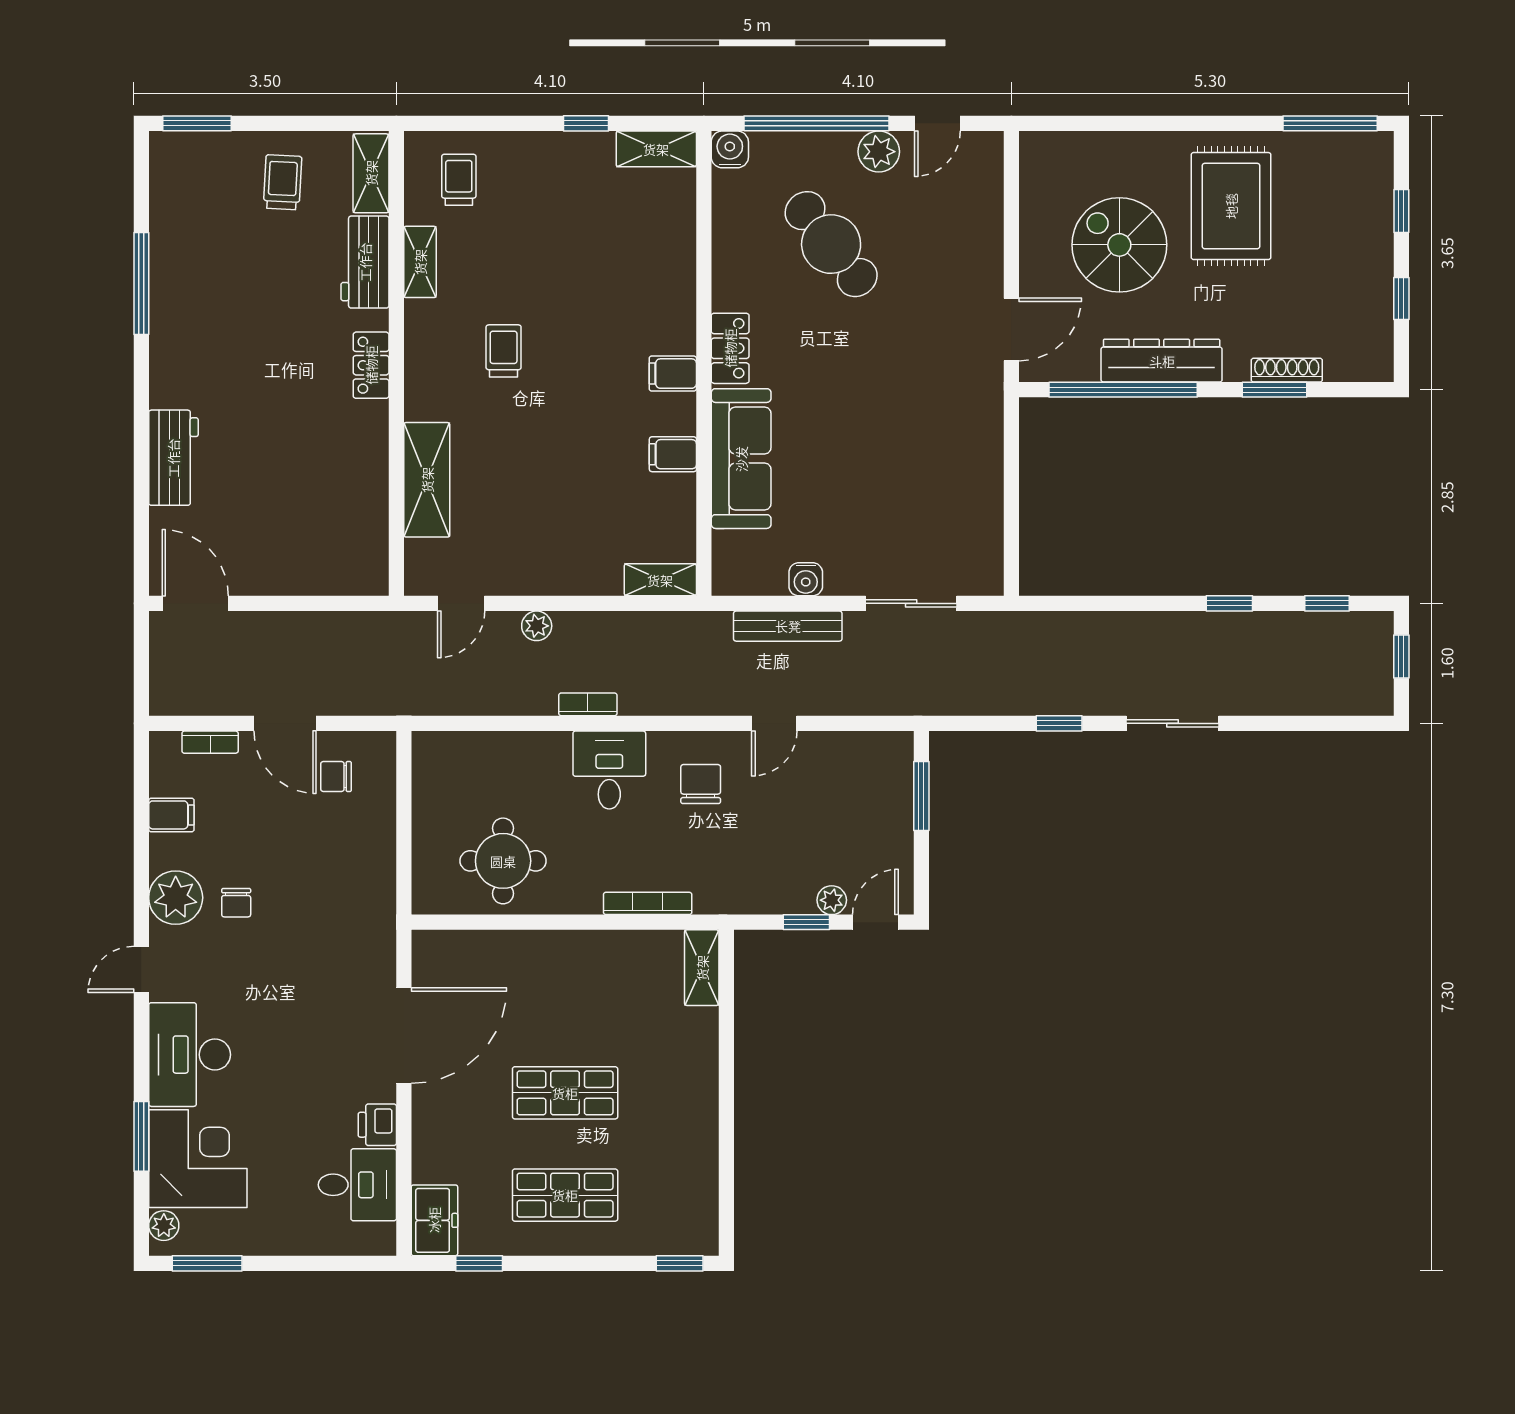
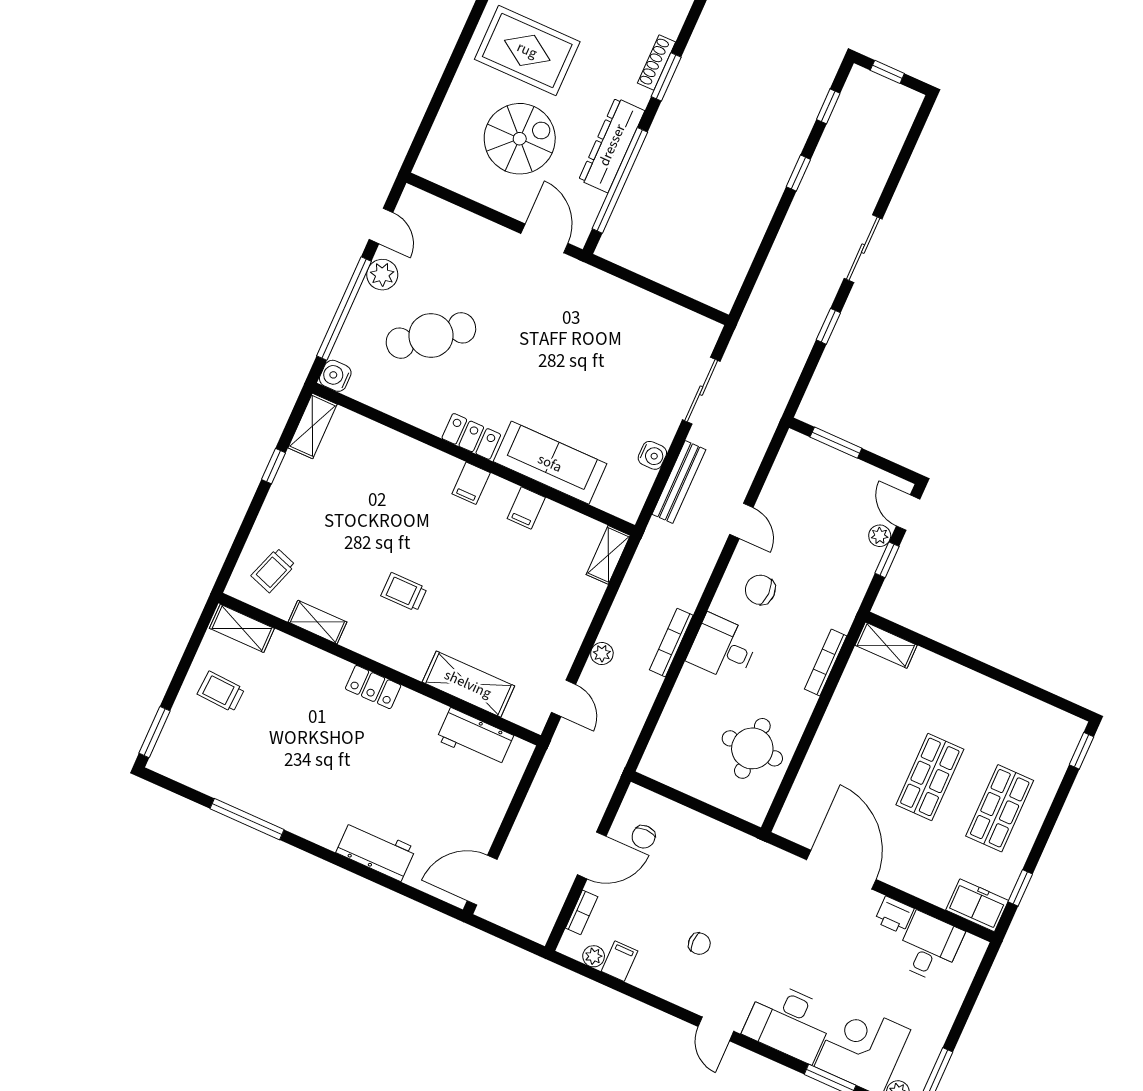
trolley: (459, 180) -> (273, 570), turned -71
spiral stairs: (1119, 245) -> (520, 139), turned 180
workbench: (365, 262) -> (475, 738), moved
bookcase: (588, 704) -> (671, 643), width x1.56
plant: (176, 898) -> (594, 956), moved, width x0.53, depth x0.53

